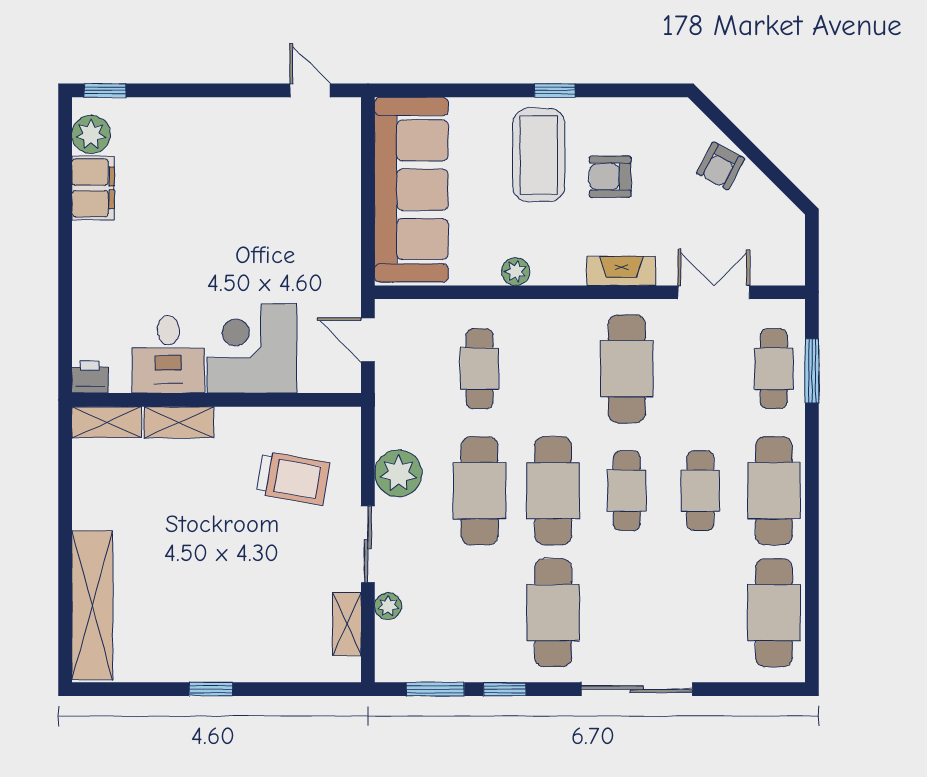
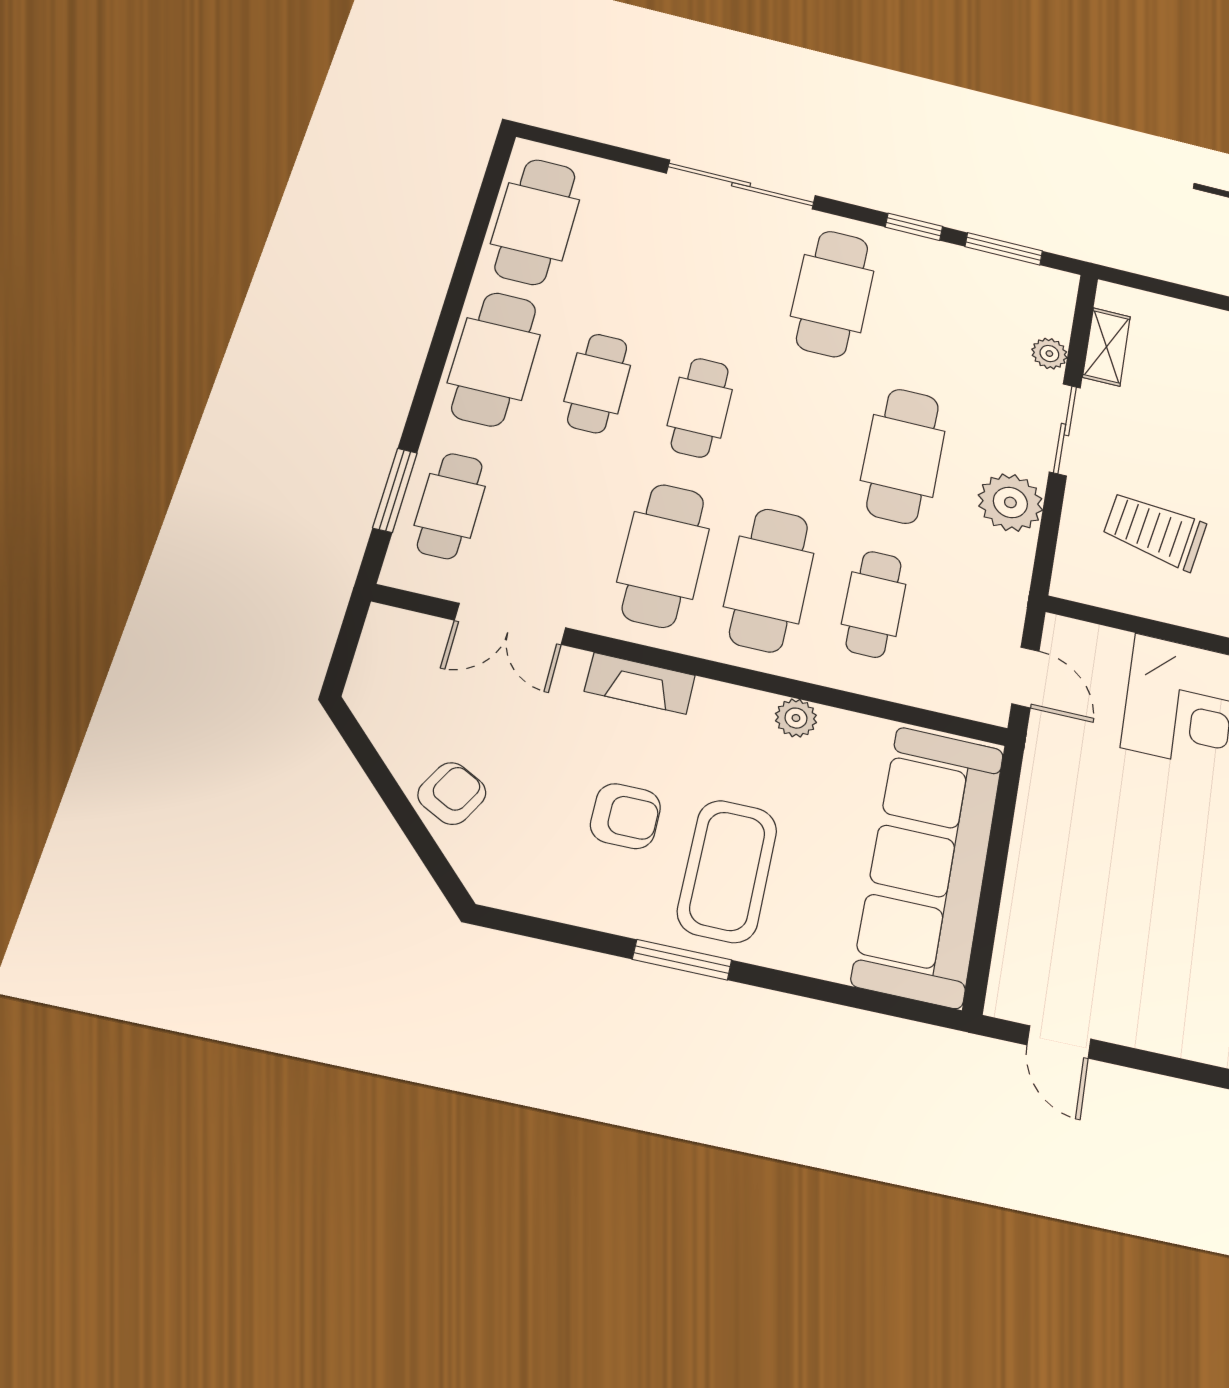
window: (555, 90) -> (682, 960), width x1.50
cafe table: (553, 491) -> (769, 580), moved

